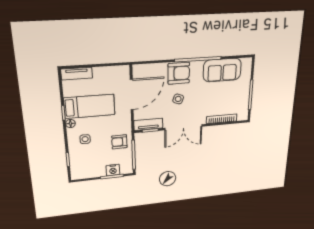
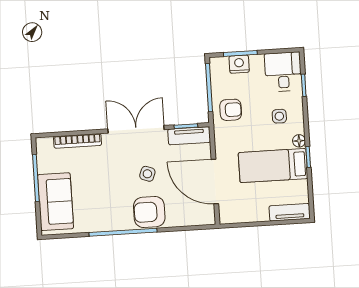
sofa: (222, 70) -> (55, 202), moved, turned 90
door: (132, 95) -> (215, 182), hinge flipped
desk: (83, 167) -> (283, 72), added

